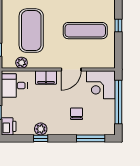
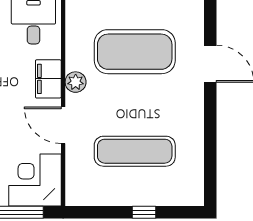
exercise mat: (85, 31) -> (135, 151), turned 90
plant: (22, 63) -> (76, 82), moved

